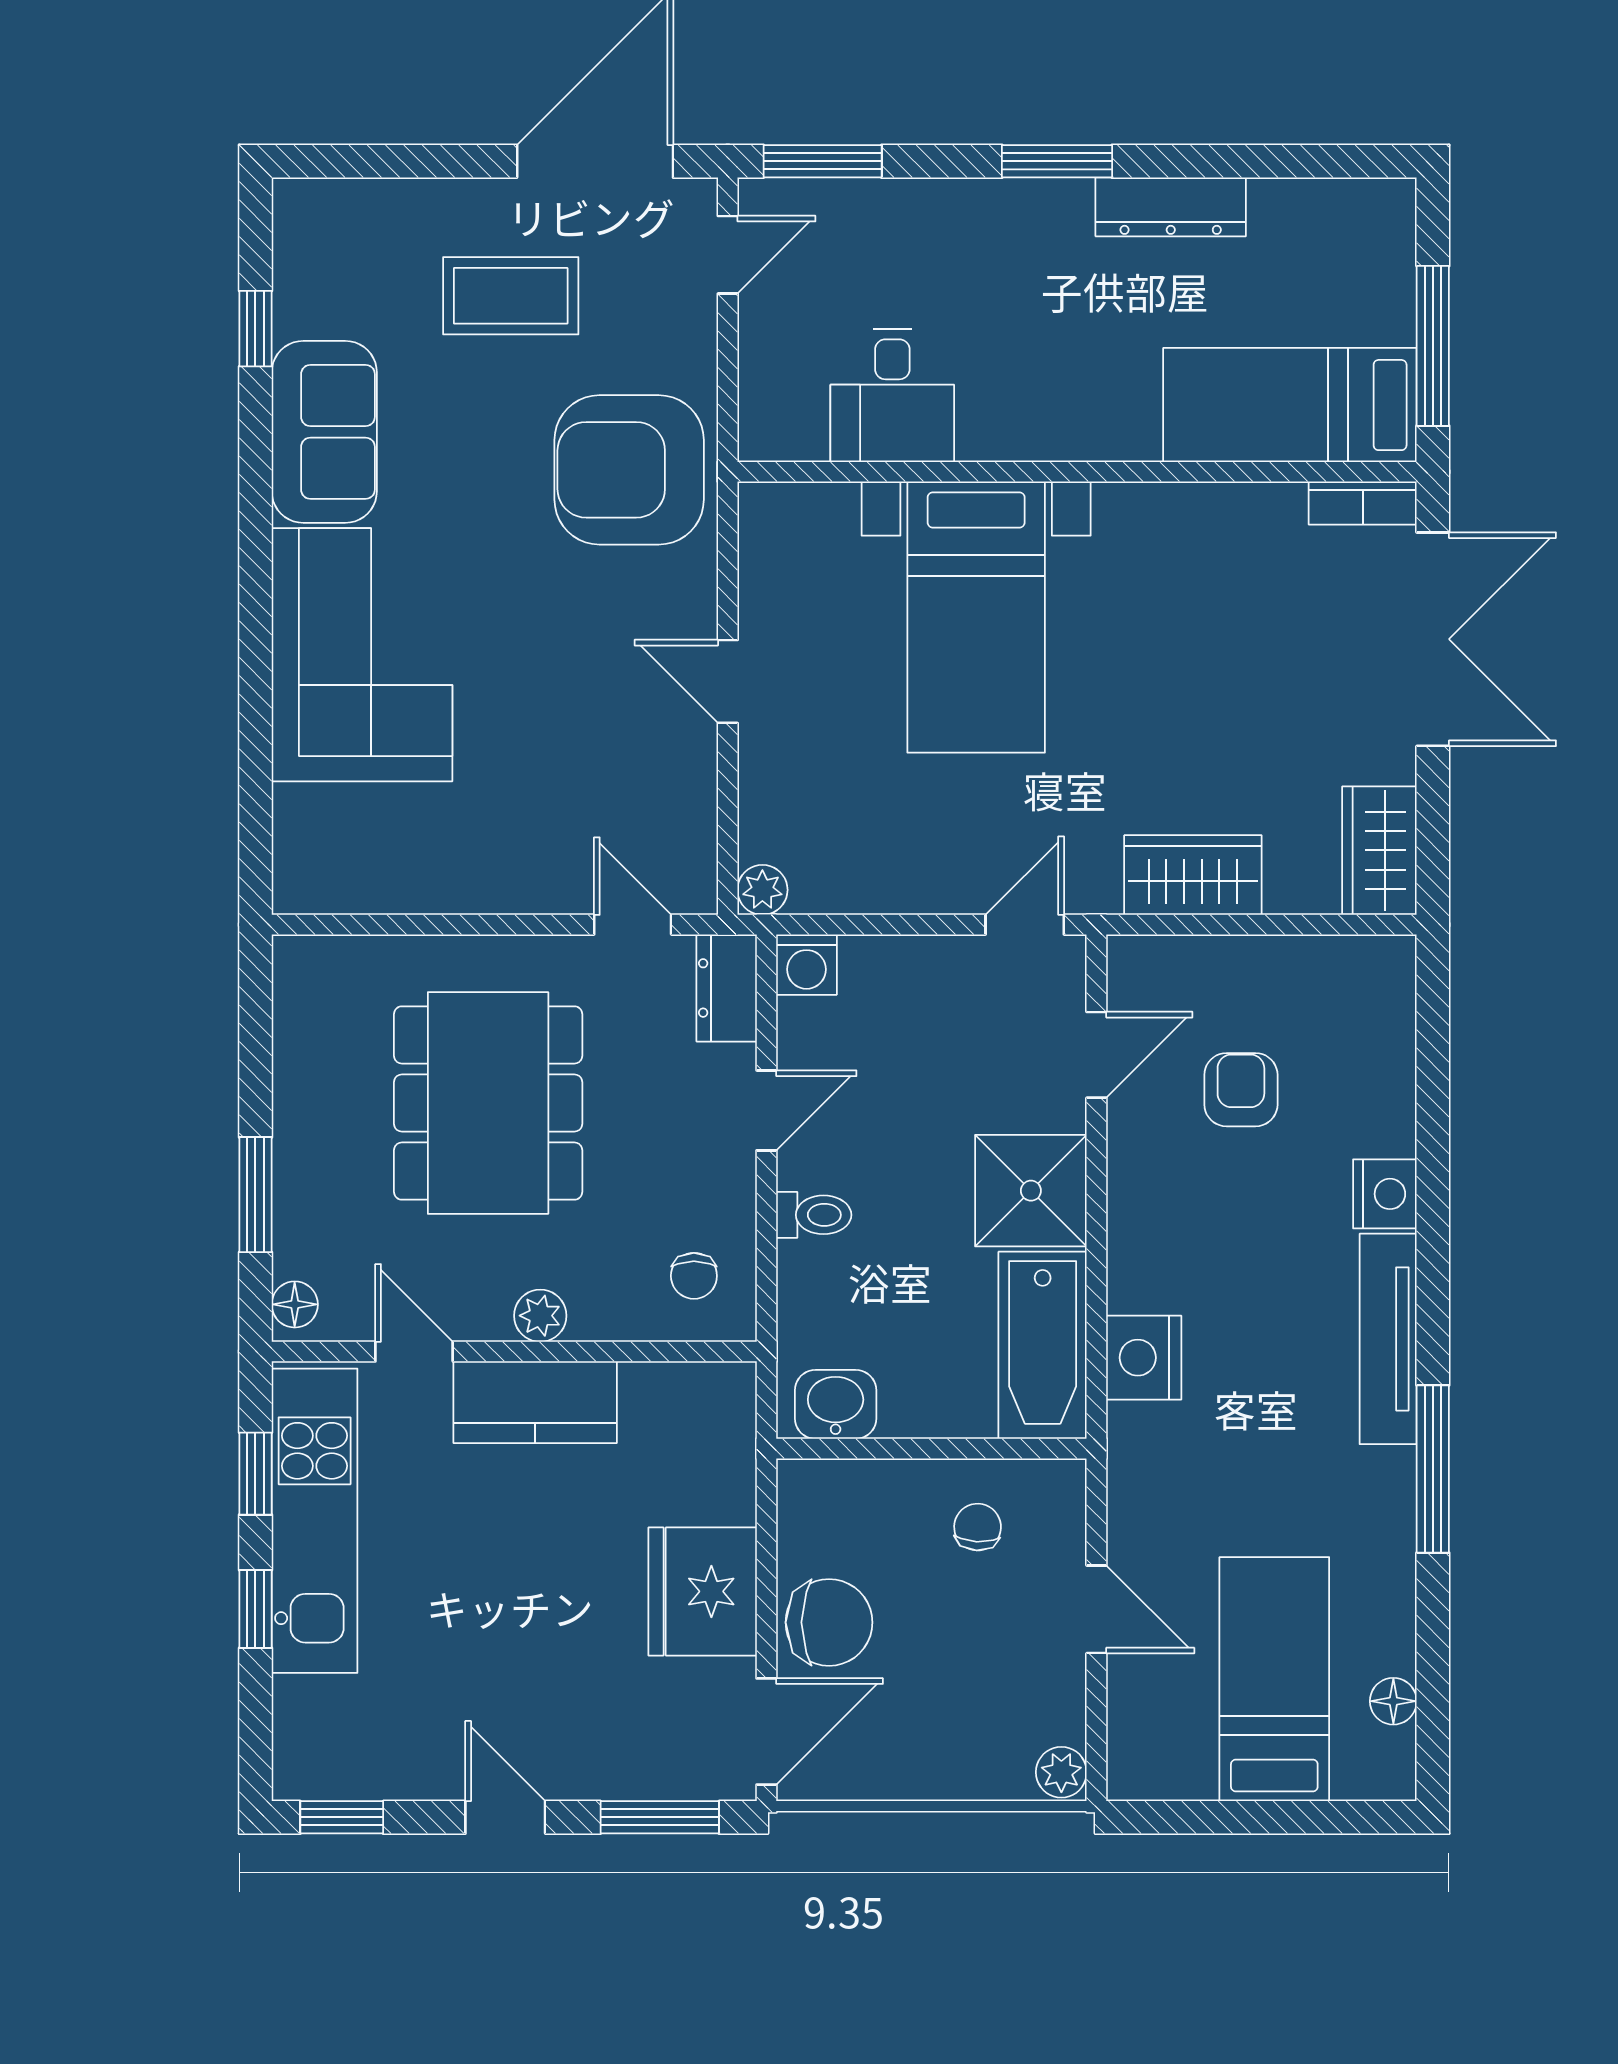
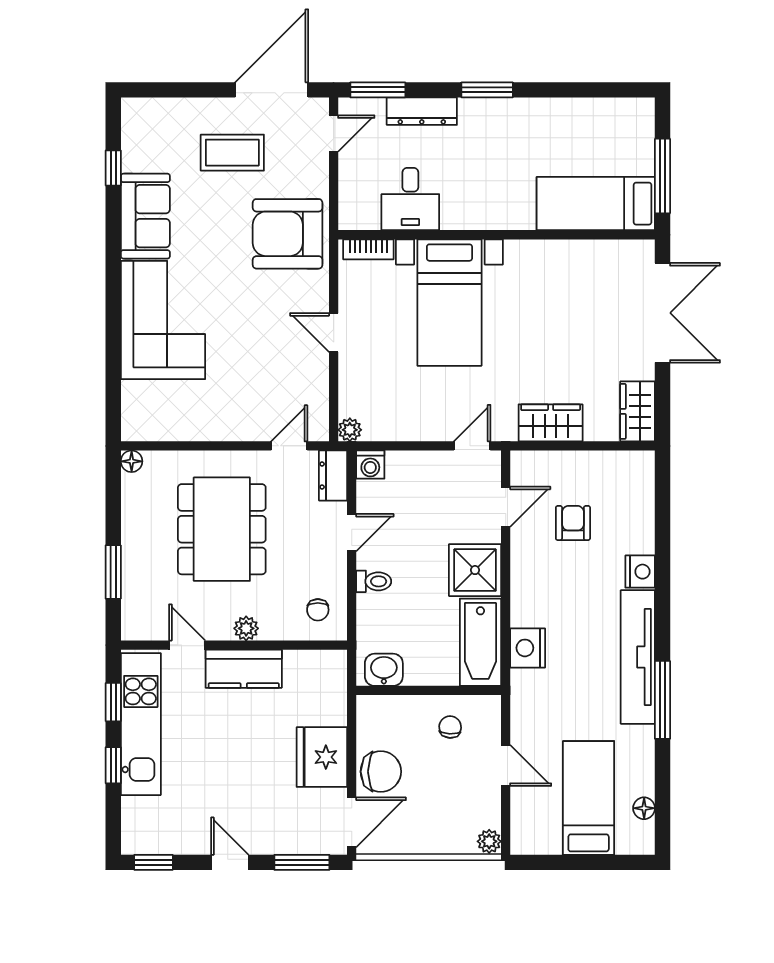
dresser: (1171, 207) -> (422, 111), moved
bookcase: (1363, 503) -> (368, 249), moved
door: (633, 925) -> (289, 446), hinge flipped
floor lamp: (295, 1304) -> (132, 461), moved
tv unit: (1388, 1339) -> (638, 657), width x1.36, depth x1.29

